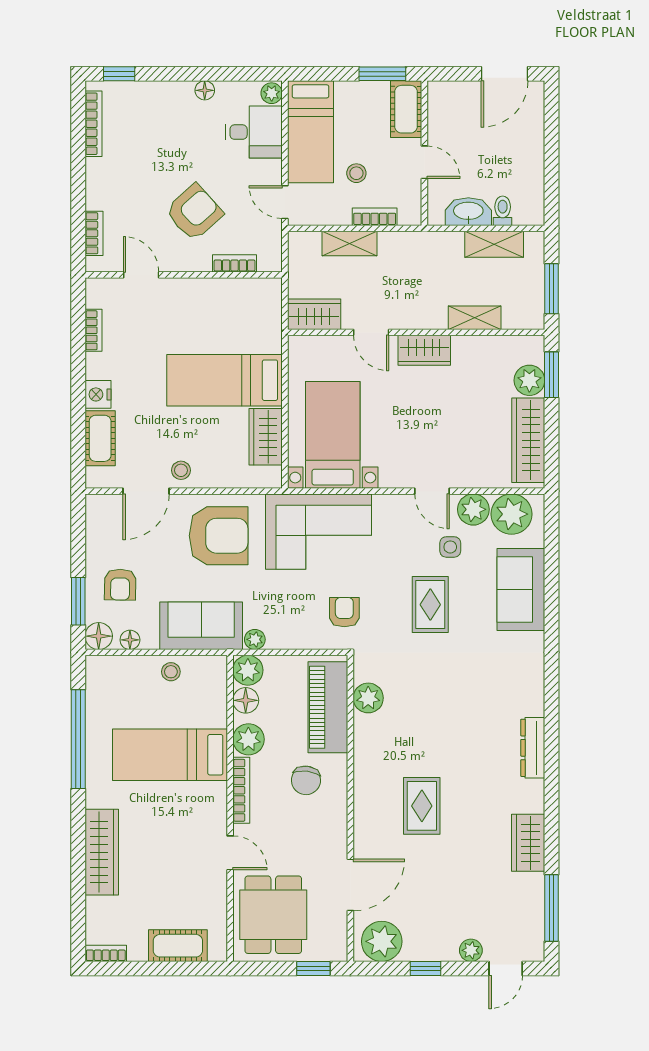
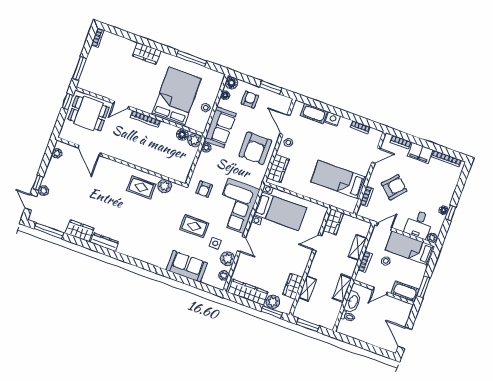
window: (119, 74) -> (450, 213), moved
filing cabinet: (102, 184) -> (420, 153), added
armchair: (194, 212) -> (394, 187), turned -96
shelving: (494, 244) -> (342, 288), moved
wardrobe: (424, 350) -> (293, 286), moved
bed: (224, 380) -> (339, 180), moved, turned -90
wardrobe: (266, 437) -> (278, 169), moved, turned 90
door: (432, 491) -> (241, 244), swing flipped
plant: (512, 514) -> (224, 275), width x0.53, depth x0.53
corner sofa: (318, 532) -> (236, 206), moved
armchair: (120, 585) -> (250, 100), turned 89
window: (78, 601) -> (271, 87), moved
armchair: (344, 612) -> (204, 189), turned 90
piano: (328, 707) -> (167, 168), removed
window: (78, 739) -> (192, 59), width x0.68
plant: (248, 739) -> (166, 130), removed
dresser: (533, 748) -> (105, 242), moved
bed: (170, 755) -> (176, 97), width x1.50
chair: (306, 780) -> (140, 147), removed
rug: (422, 806) -> (141, 187), moved
wardrobe: (102, 852) -> (147, 53), width x0.67
plant: (382, 941) -> (57, 153), width x0.53, depth x0.53
cot: (178, 946) -> (90, 69), removed
window: (185, 968) -> (79, 68), added
window: (313, 968) -> (67, 101), moved
window: (426, 968) -> (38, 183), moved

